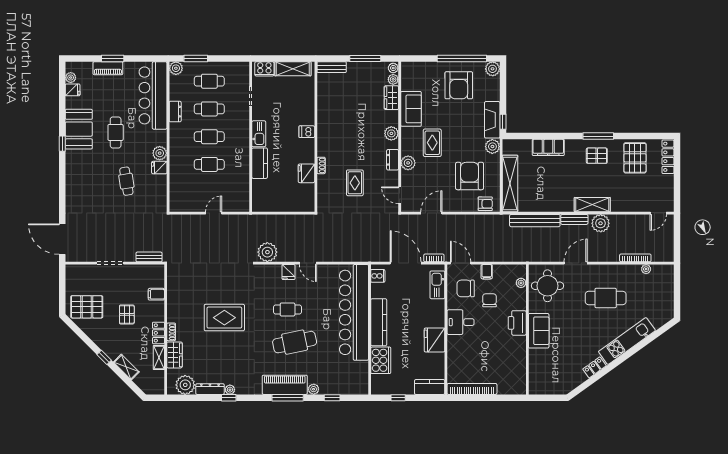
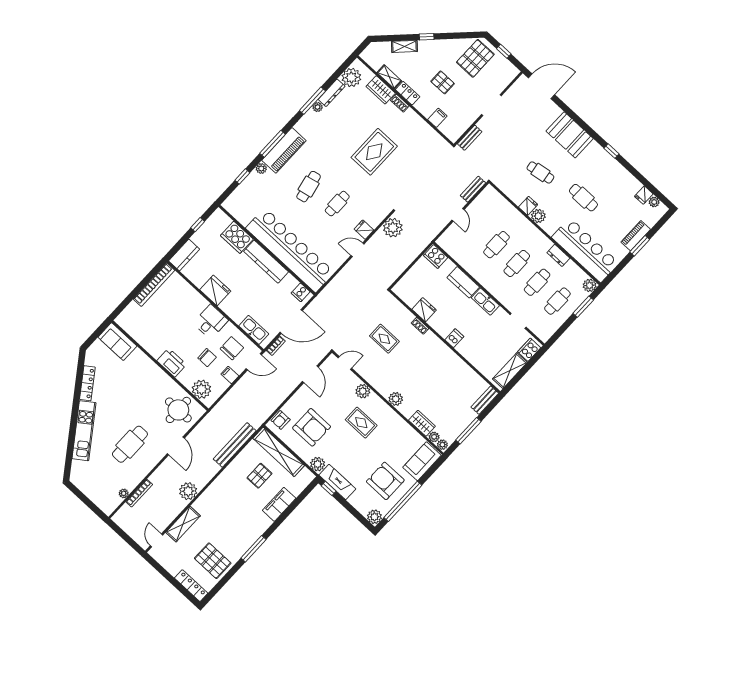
sofa: (411, 109) -> (422, 461), moved, turned 90
booth: (79, 129) -> (570, 135), moved
pallet: (597, 156) -> (259, 476), moved
dresser: (393, 160) -> (376, 382), removed
cooker: (259, 201) -> (436, 256), added
shelving: (592, 205) -> (183, 524), moved
bench: (574, 219) -> (473, 189), moved
plant: (521, 283) -> (201, 389), width x1.88, depth x1.88
window: (62, 291) -> (504, 51), added
sofa: (539, 331) -> (117, 342), moved
cafe table: (295, 342) -> (309, 187), width x0.73, depth x0.74
locker: (595, 367) -> (87, 383), width x1.53
window: (229, 398) -> (312, 101), width x2.17

